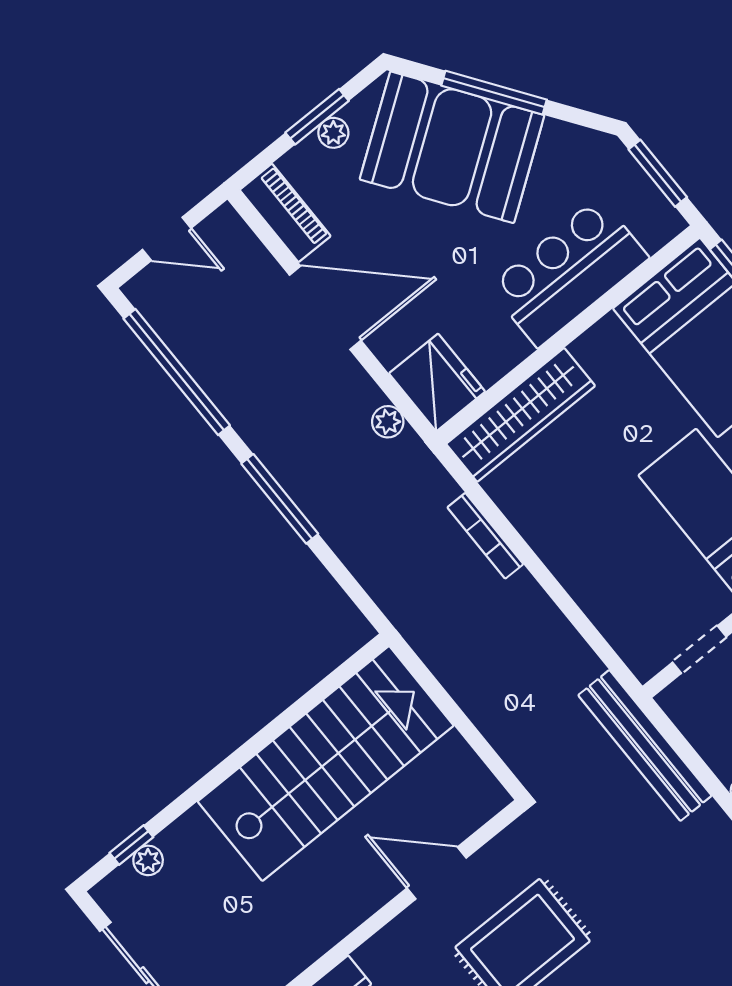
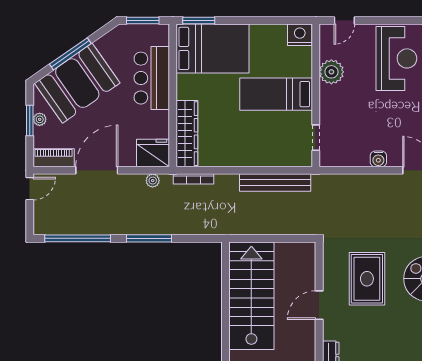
door: (167, 239) -> (30, 189), moved
bookcase: (485, 536) -> (193, 179), moved
bench: (645, 745) -> (275, 183), moved
door: (437, 873) -> (319, 305), moved

